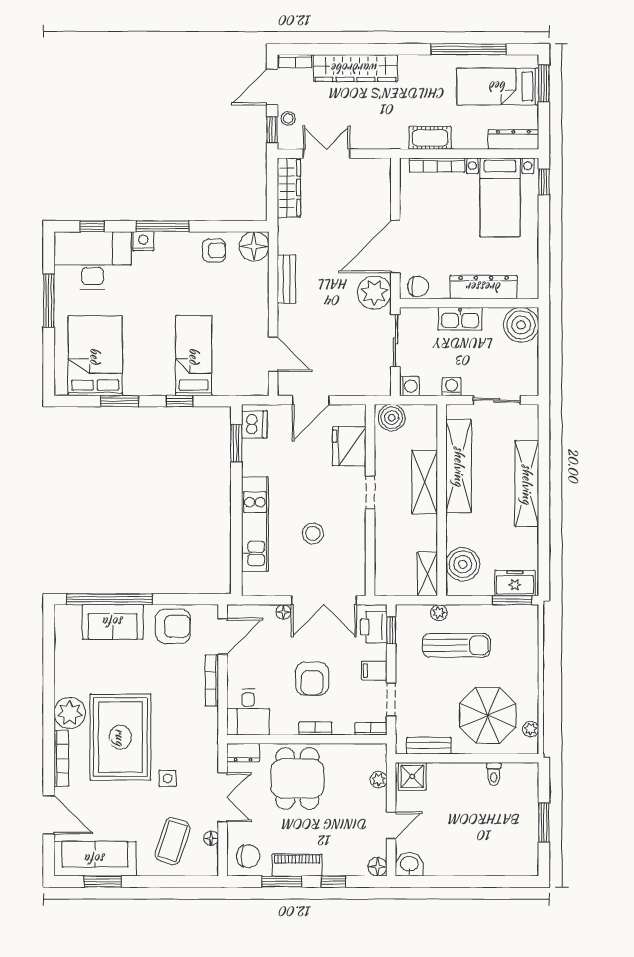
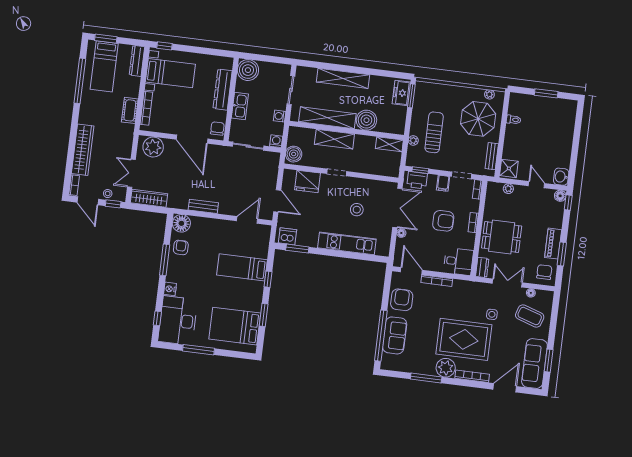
window: (163, 226) -> (165, 260), moved
plant: (374, 293) -> (153, 147), moved
boiler: (463, 564) -> (366, 120), moved
window: (49, 683) -> (426, 378), added
window: (333, 881) -> (568, 203), moved

